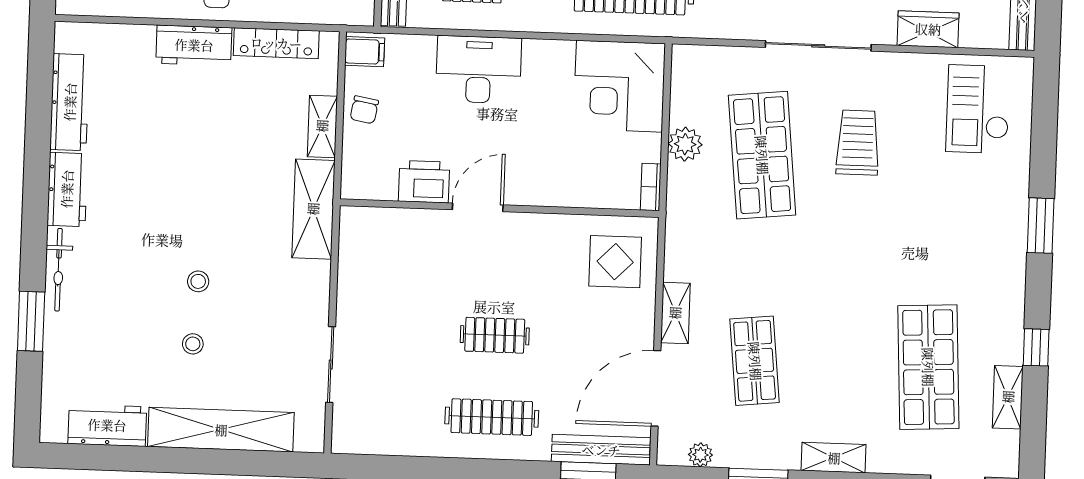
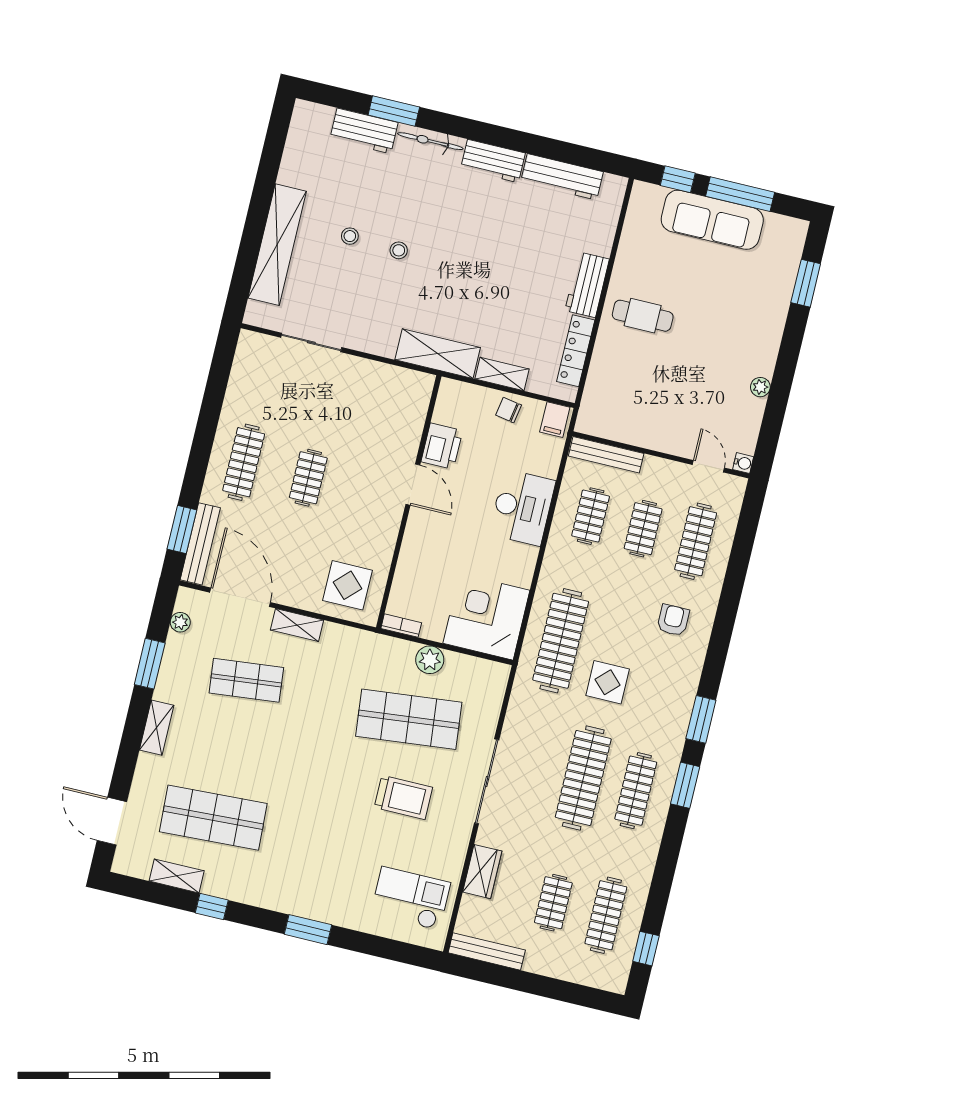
workbench: (107, 425) -> (364, 131), moved, turned 90

